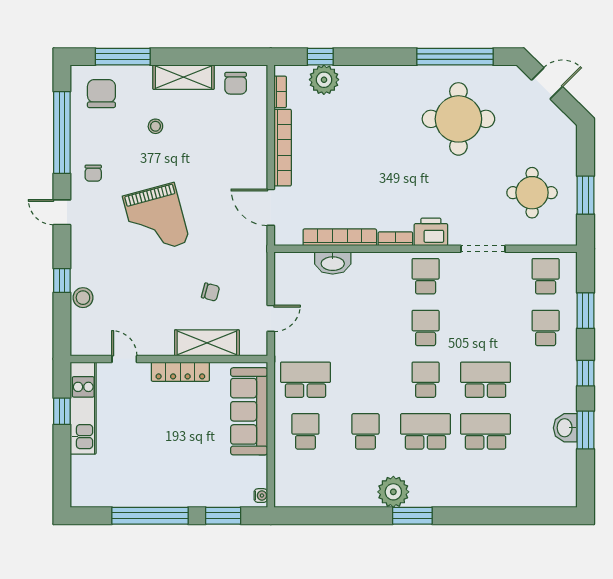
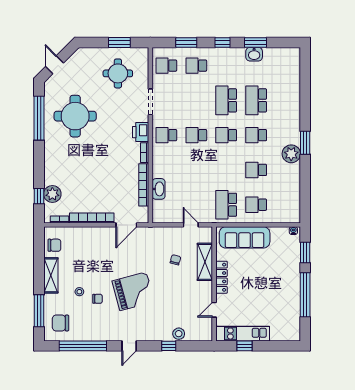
chair: (93, 173) -> (98, 299), moved
school desk: (426, 431) -> (256, 135), width x0.54

